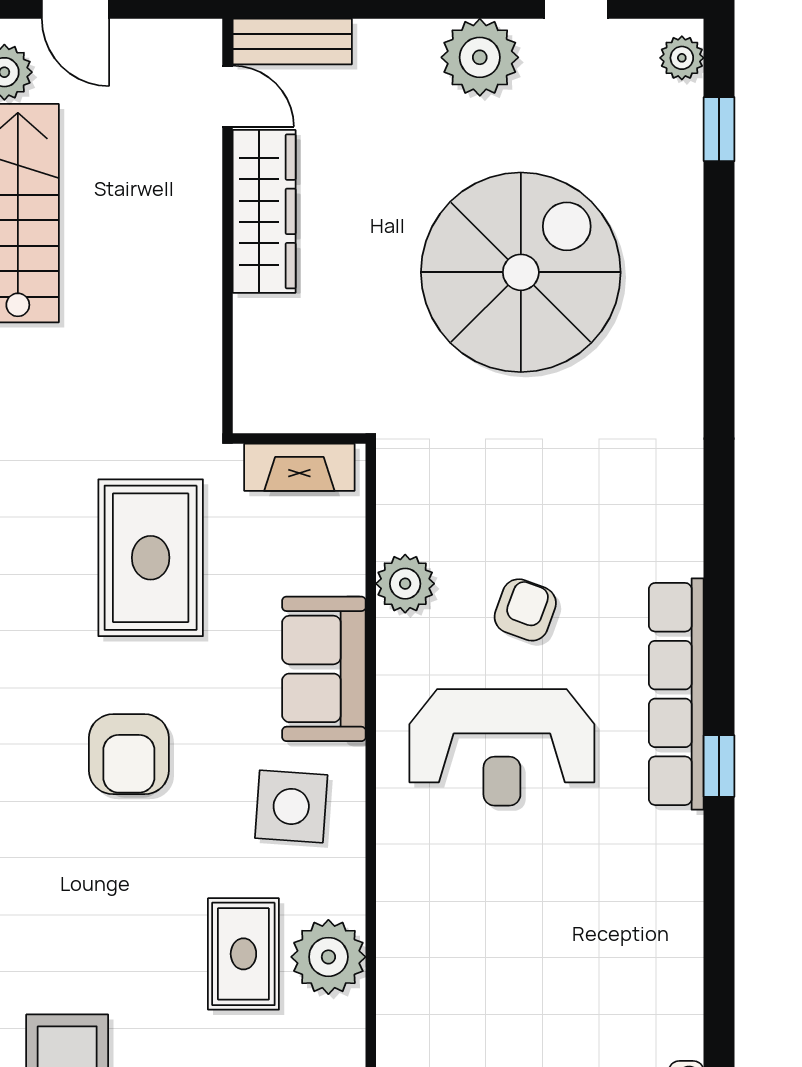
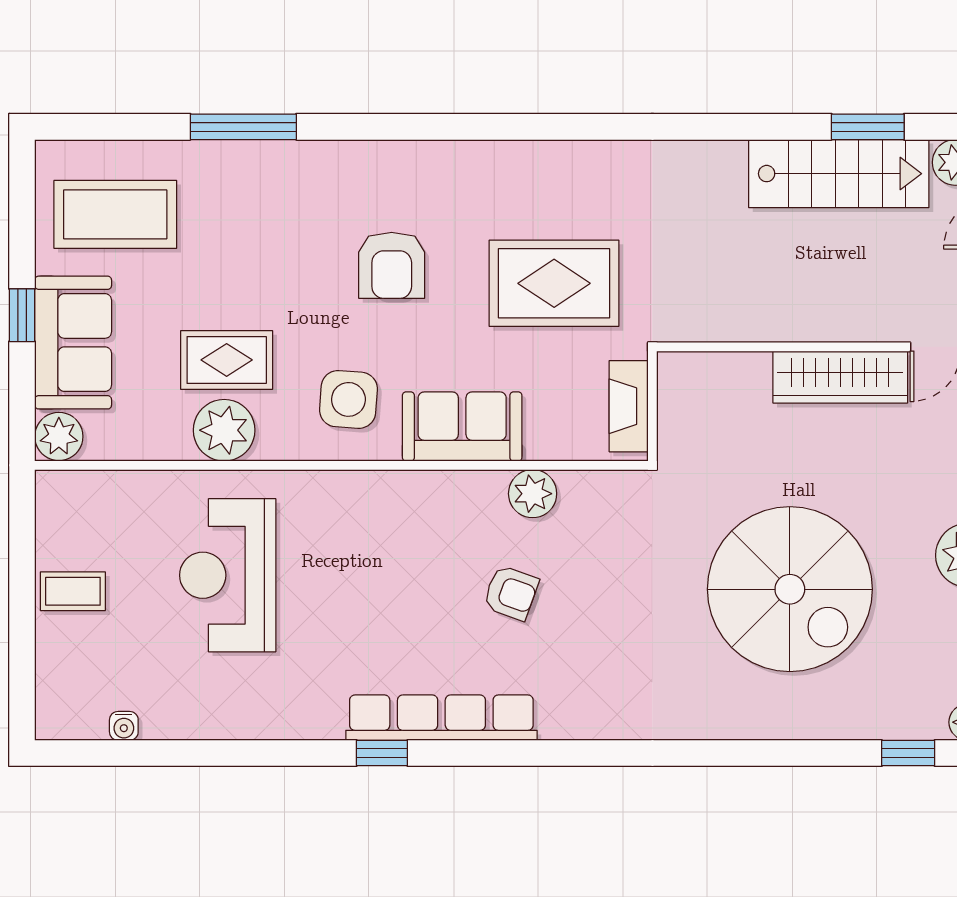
reception desk: (502, 747) -> (228, 575), moved
armchair: (129, 754) -> (392, 265), turned -90

